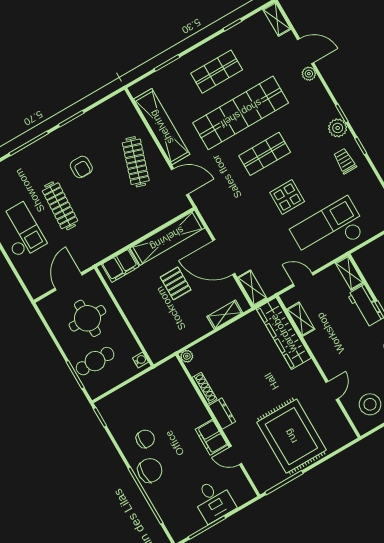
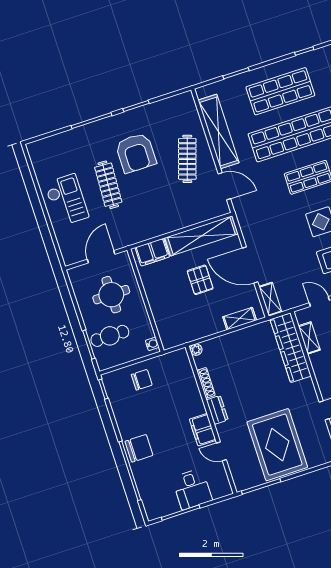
shop shelf: (217, 72) -> (280, 91), width x1.43, depth x1.36
armchair: (81, 167) -> (136, 153), width x1.88, depth x1.88
chair: (145, 439) -> (142, 380), moved

